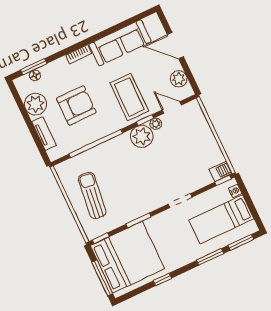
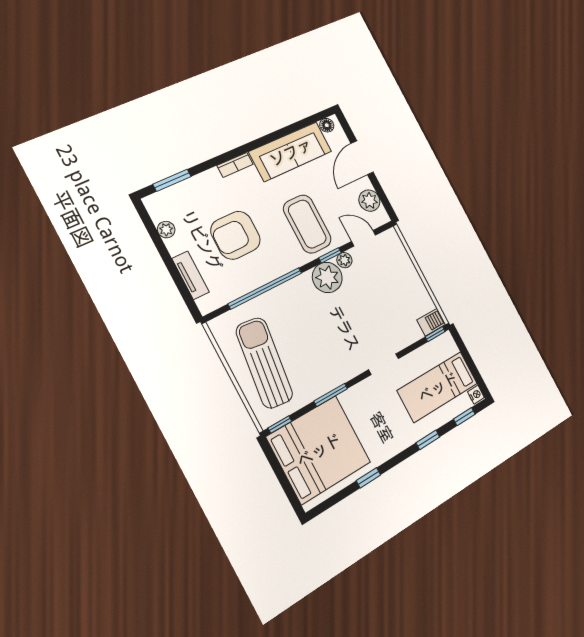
door: (175, 46) -> (362, 158), hinge flipped
floor lamp: (35, 75) -> (327, 125), moved
plant: (35, 104) -> (166, 230), width x0.53, depth x0.53
armchair: (76, 105) -> (236, 235), turned 180
nightstand: (235, 191) -> (476, 395), moved
sun lounger: (92, 195) -> (264, 363), width x1.36, depth x1.34
window: (241, 242) -> (464, 417), width x0.67
window: (210, 257) -> (428, 440), width x0.67
window: (102, 278) -> (285, 484), removed

